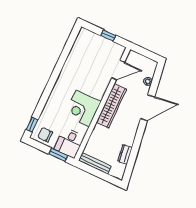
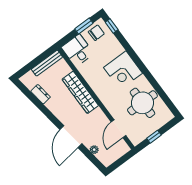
round table: (84, 61) -> (142, 103), added
wardrobe: (111, 106) -> (80, 92), moved
corner desk: (83, 108) -> (123, 70), moved, turned 180
window: (58, 155) -> (84, 26), moved

